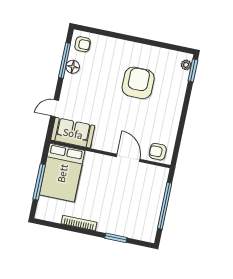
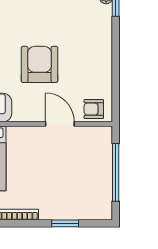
armchair: (138, 83) -> (40, 64), moved

